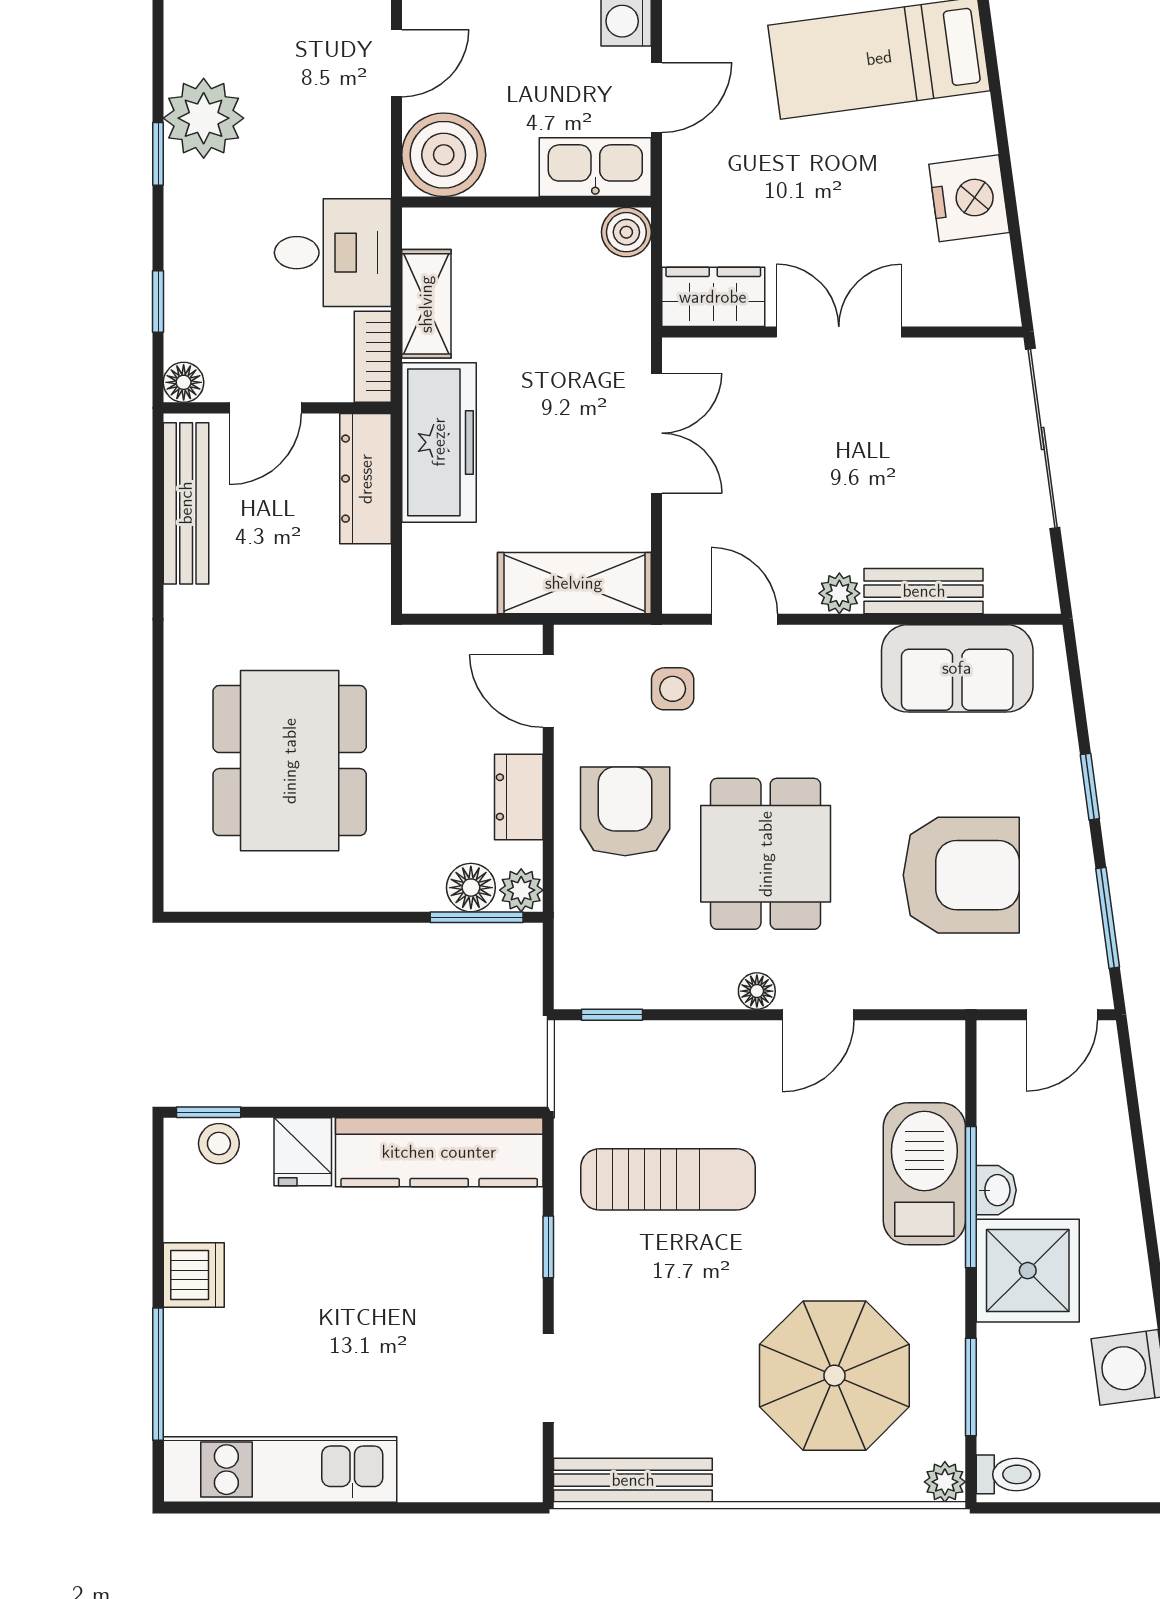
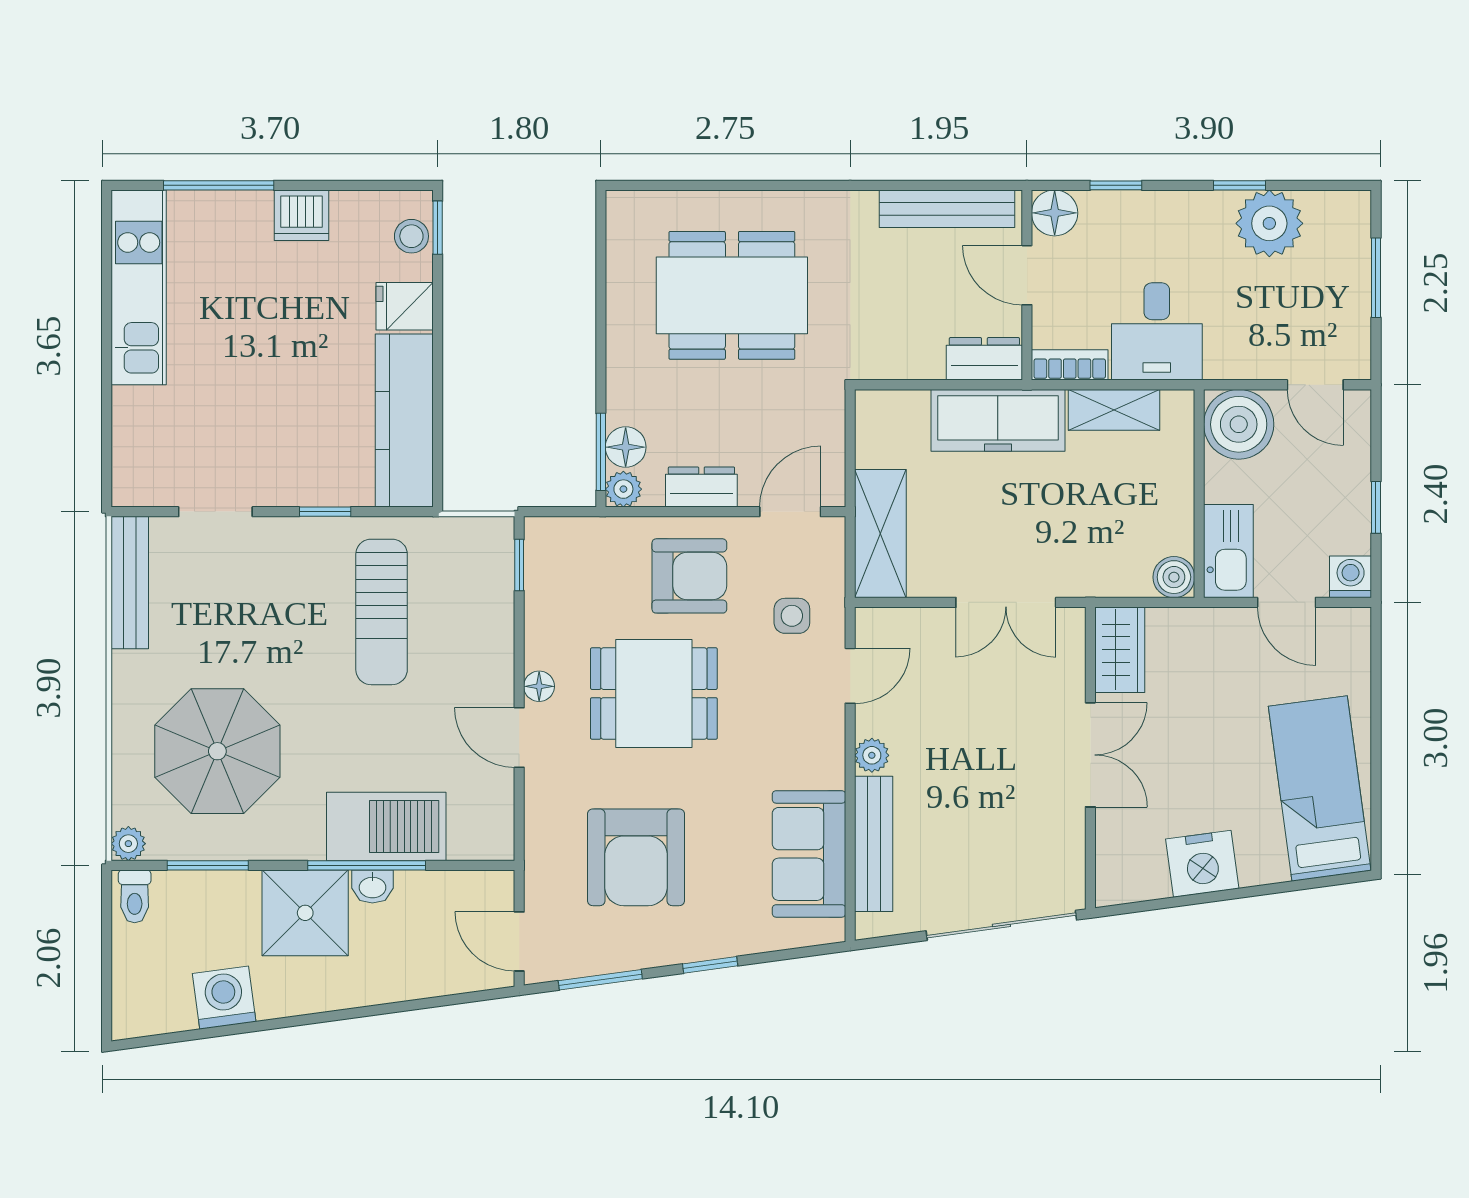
floor lamp: (184, 382) -> (1055, 213), width x1.37, depth x1.37
dresser: (366, 479) -> (984, 359), width x0.70
bench: (924, 591) -> (874, 844), width x1.36

